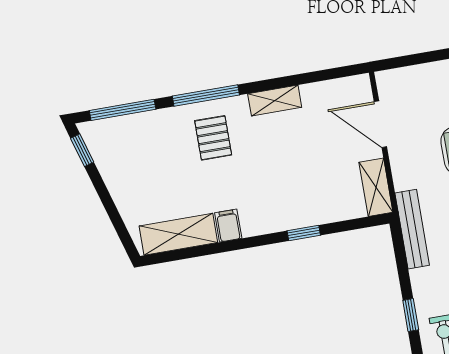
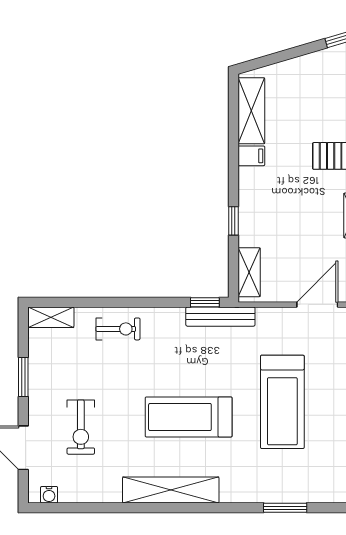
shelving: (376, 187) -> (249, 272), moved, turned 90
window: (411, 315) -> (205, 302), moved

